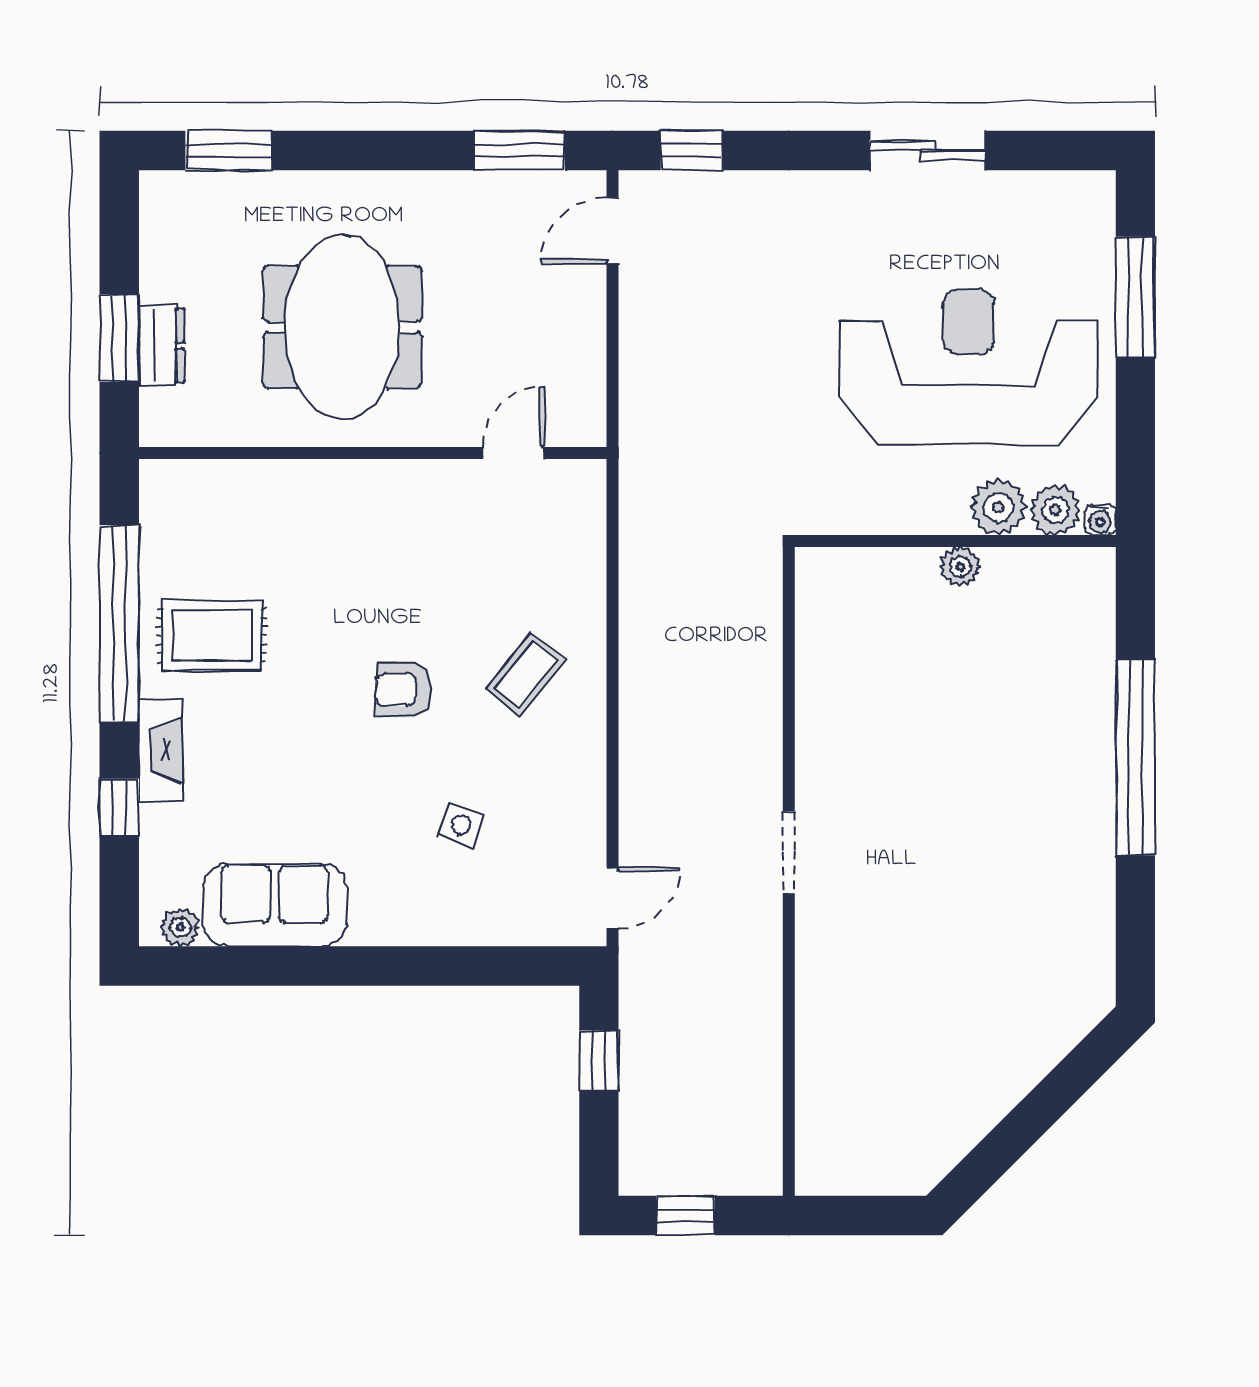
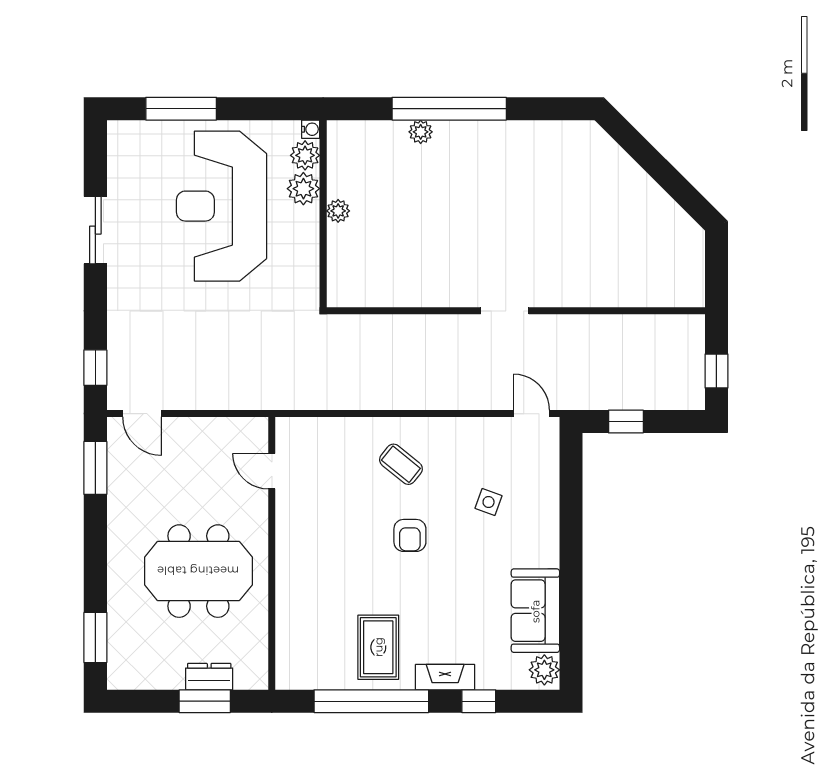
plant: (1096, 708) -> (421, 132), added
plant: (180, 927) -> (544, 670), width x1.38, depth x1.38

